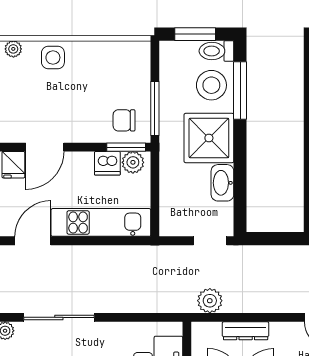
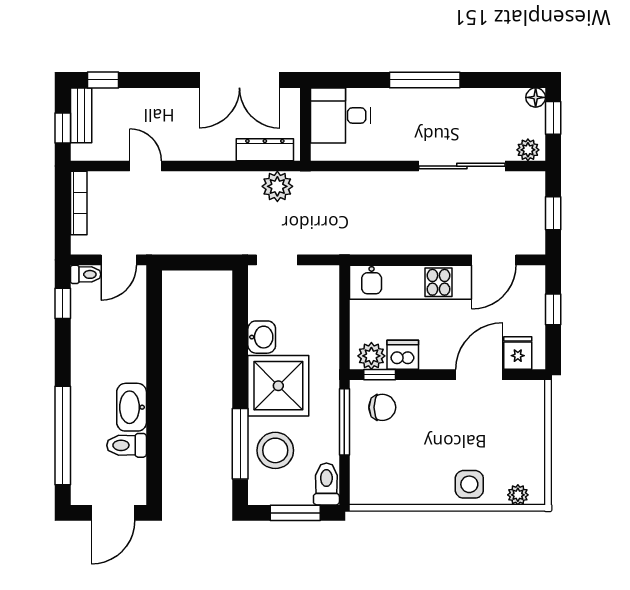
toilet: (216, 51) -> (326, 484), moved, turned -90
window: (126, 147) -> (380, 375), width x0.67
washbasin: (222, 183) -> (262, 337), width x0.72
dresser: (246, 331) -> (265, 150), moved

